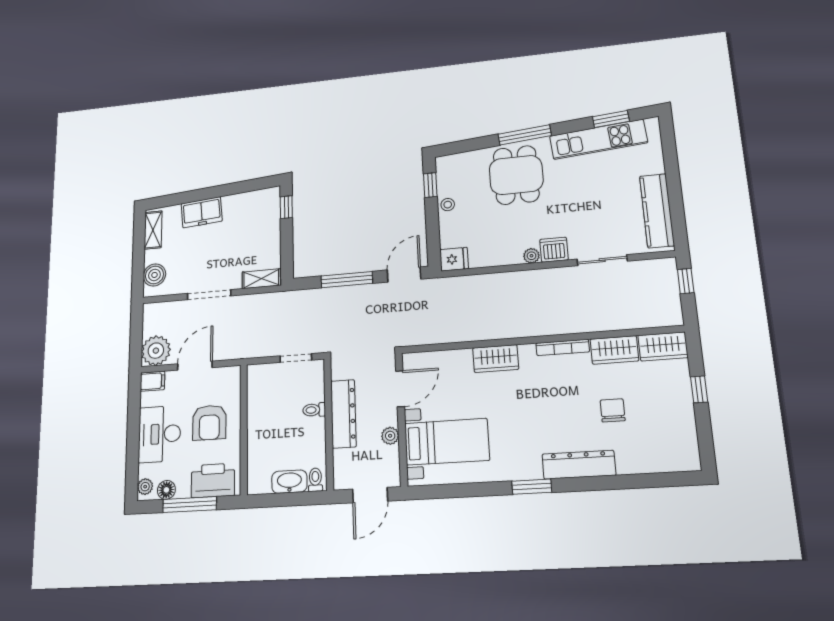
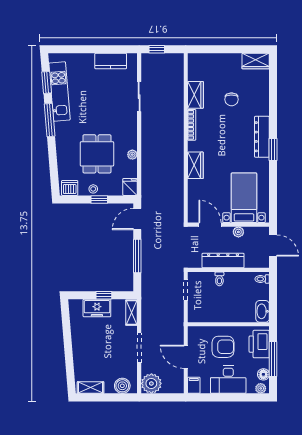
window: (525, 135) -> (50, 120), moved
dining table: (516, 175) -> (97, 154), moved, turned 90
window: (430, 185) -> (99, 199), moved
window: (286, 207) -> (104, 295), moved
kitchen counter: (657, 211) -> (111, 61), width x0.67
freezer: (202, 212) -> (97, 308), moved, turned 95
dishwasher: (554, 250) -> (70, 188), moved, turned 90
plant: (531, 256) -> (132, 155), moved
door: (404, 275) -> (137, 219), hinge flipped
wardrobe: (663, 346) -> (256, 61), moved, turned 90
plant: (156, 351) -> (151, 383), moved
window: (699, 389) -> (222, 49), removed
chair: (613, 410) -> (231, 99), turned -90
dresser: (579, 465) -> (262, 137), moved
washbasin: (289, 482) -> (263, 311), moved

